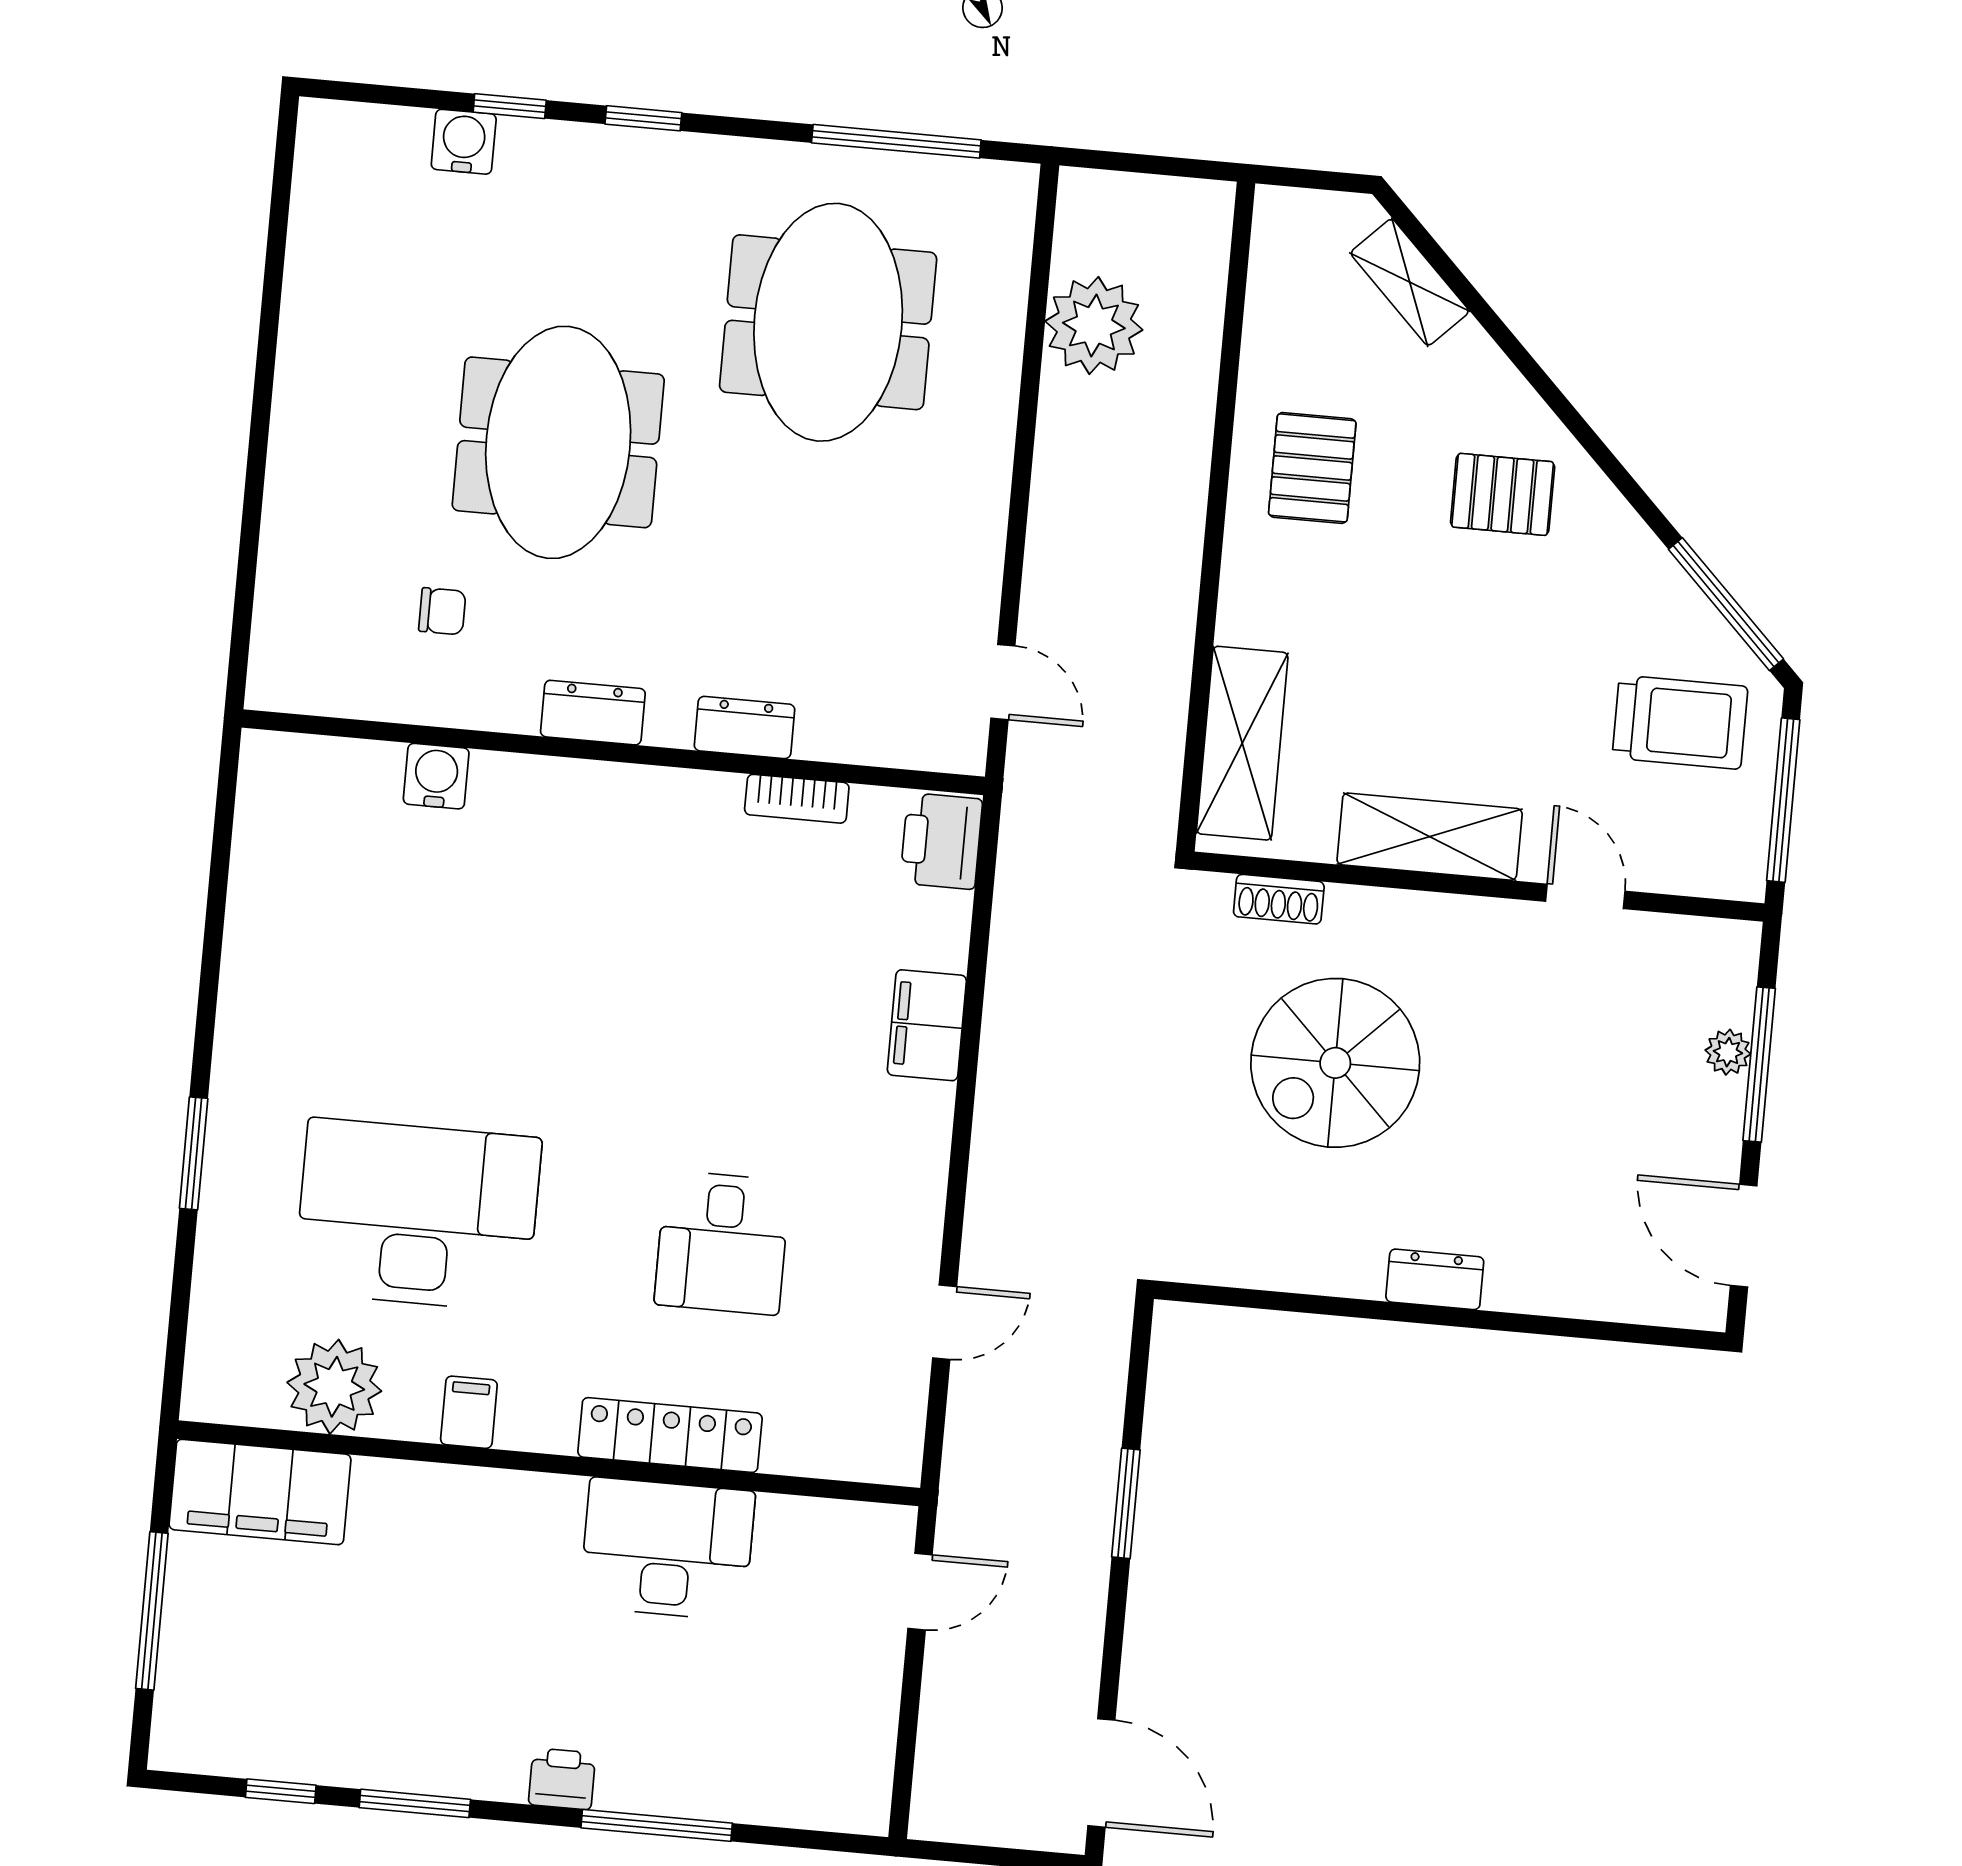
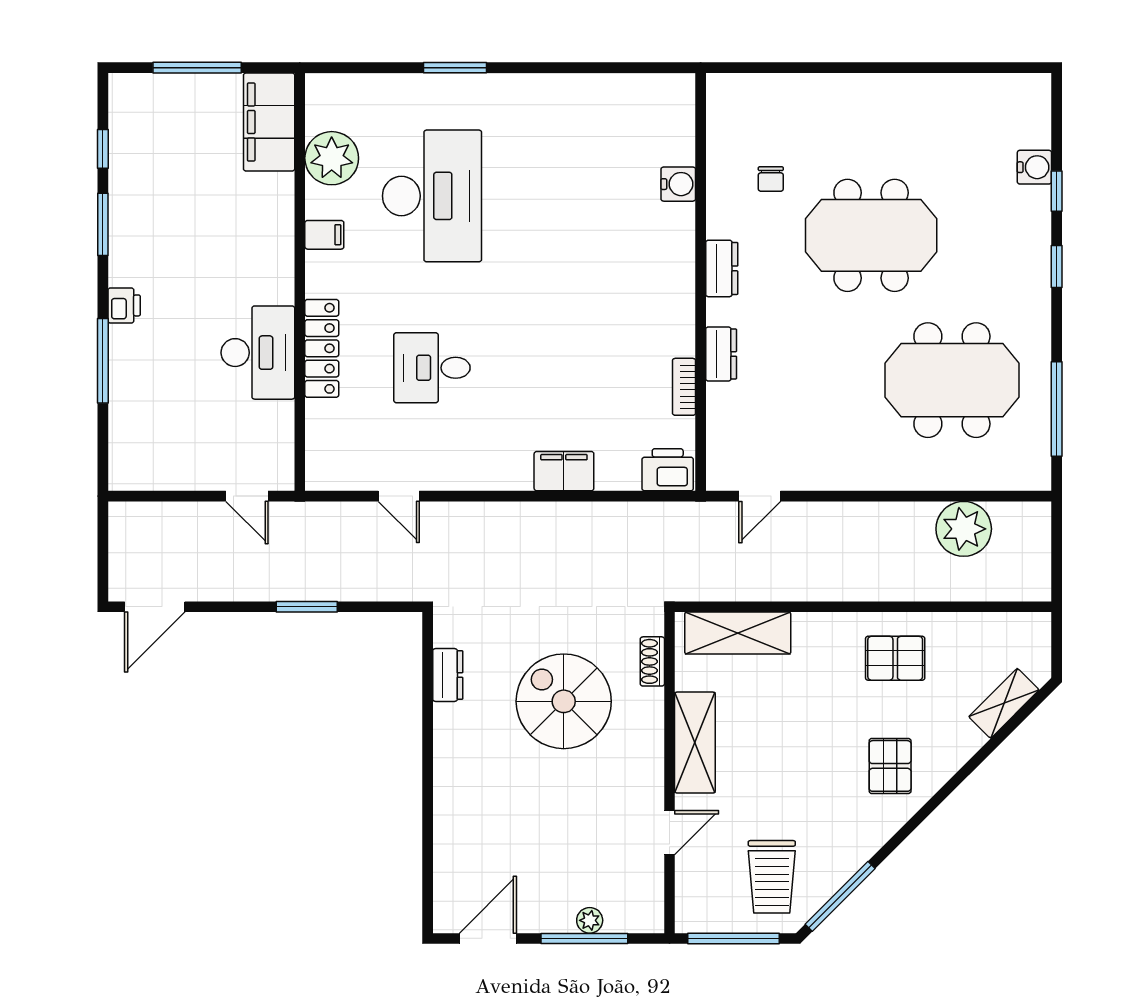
dresser: (1435, 1279) -> (448, 675), moved

